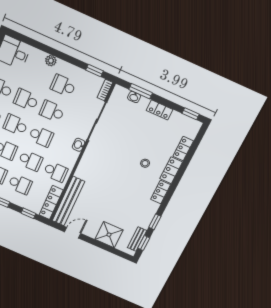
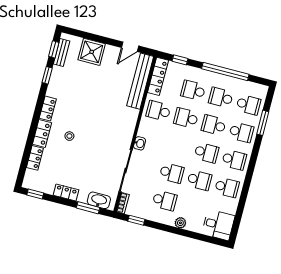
washbasin: (134, 97) -> (99, 200), width x1.91, depth x1.45
school desk: (41, 136) -> (179, 145), removed

